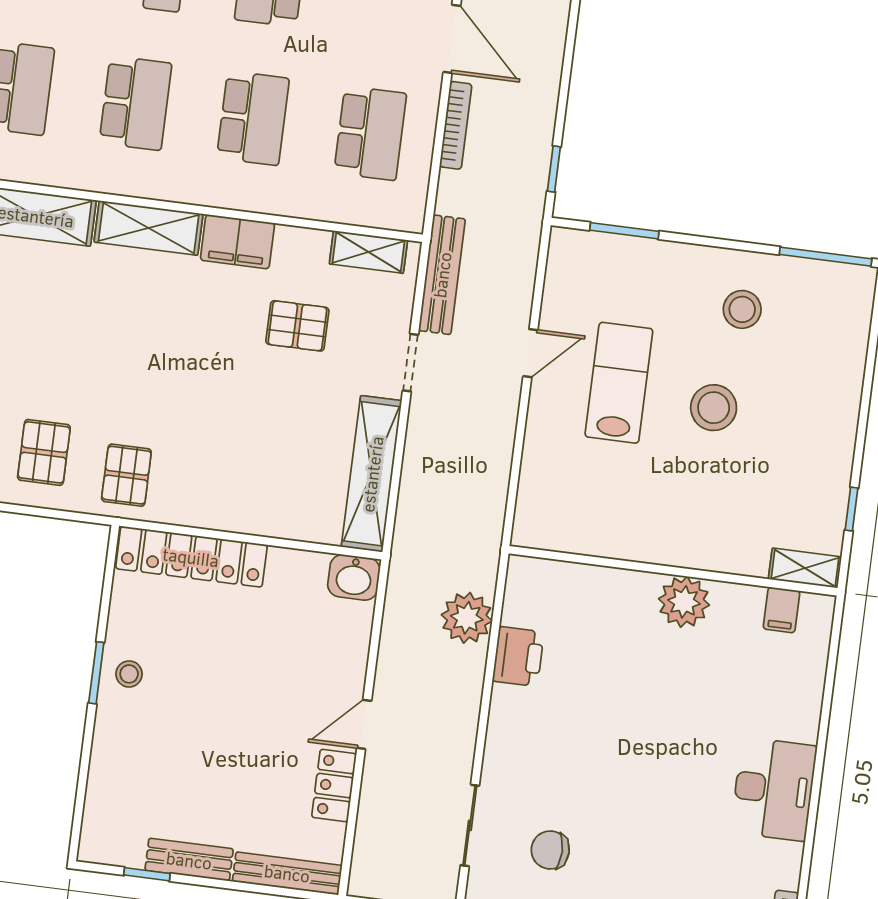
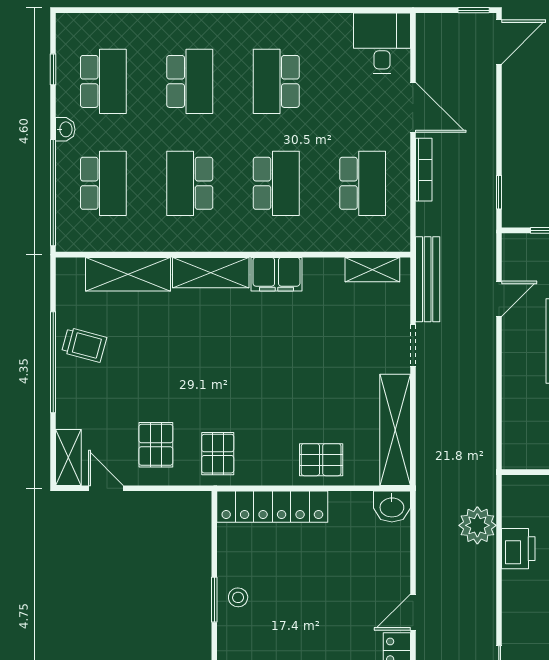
school desk: (136, 103) -> (190, 183), turned 180
pallet: (297, 326) -> (321, 460), moved
door: (530, 353) -> (499, 299), moved

